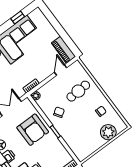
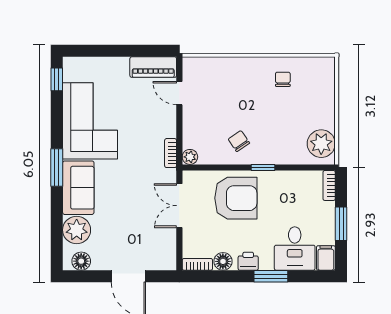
window: (18, 17) -> (57, 79), moved
cafe table: (78, 91) -> (229, 90), removed
plant: (108, 132) -> (321, 144), moved

